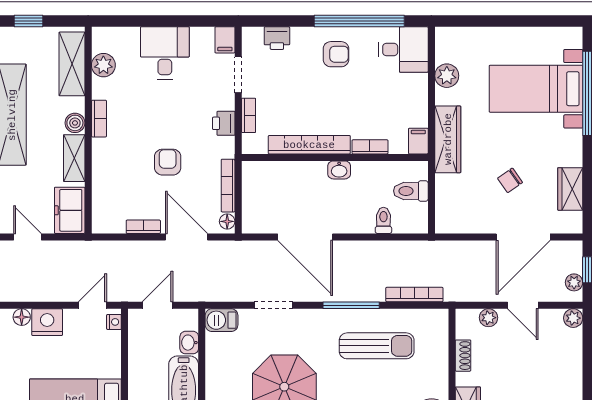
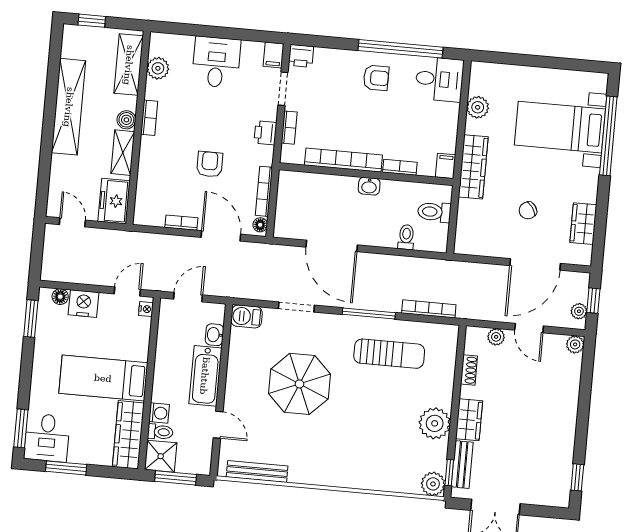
printer: (277, 38) -> (301, 56), moved

